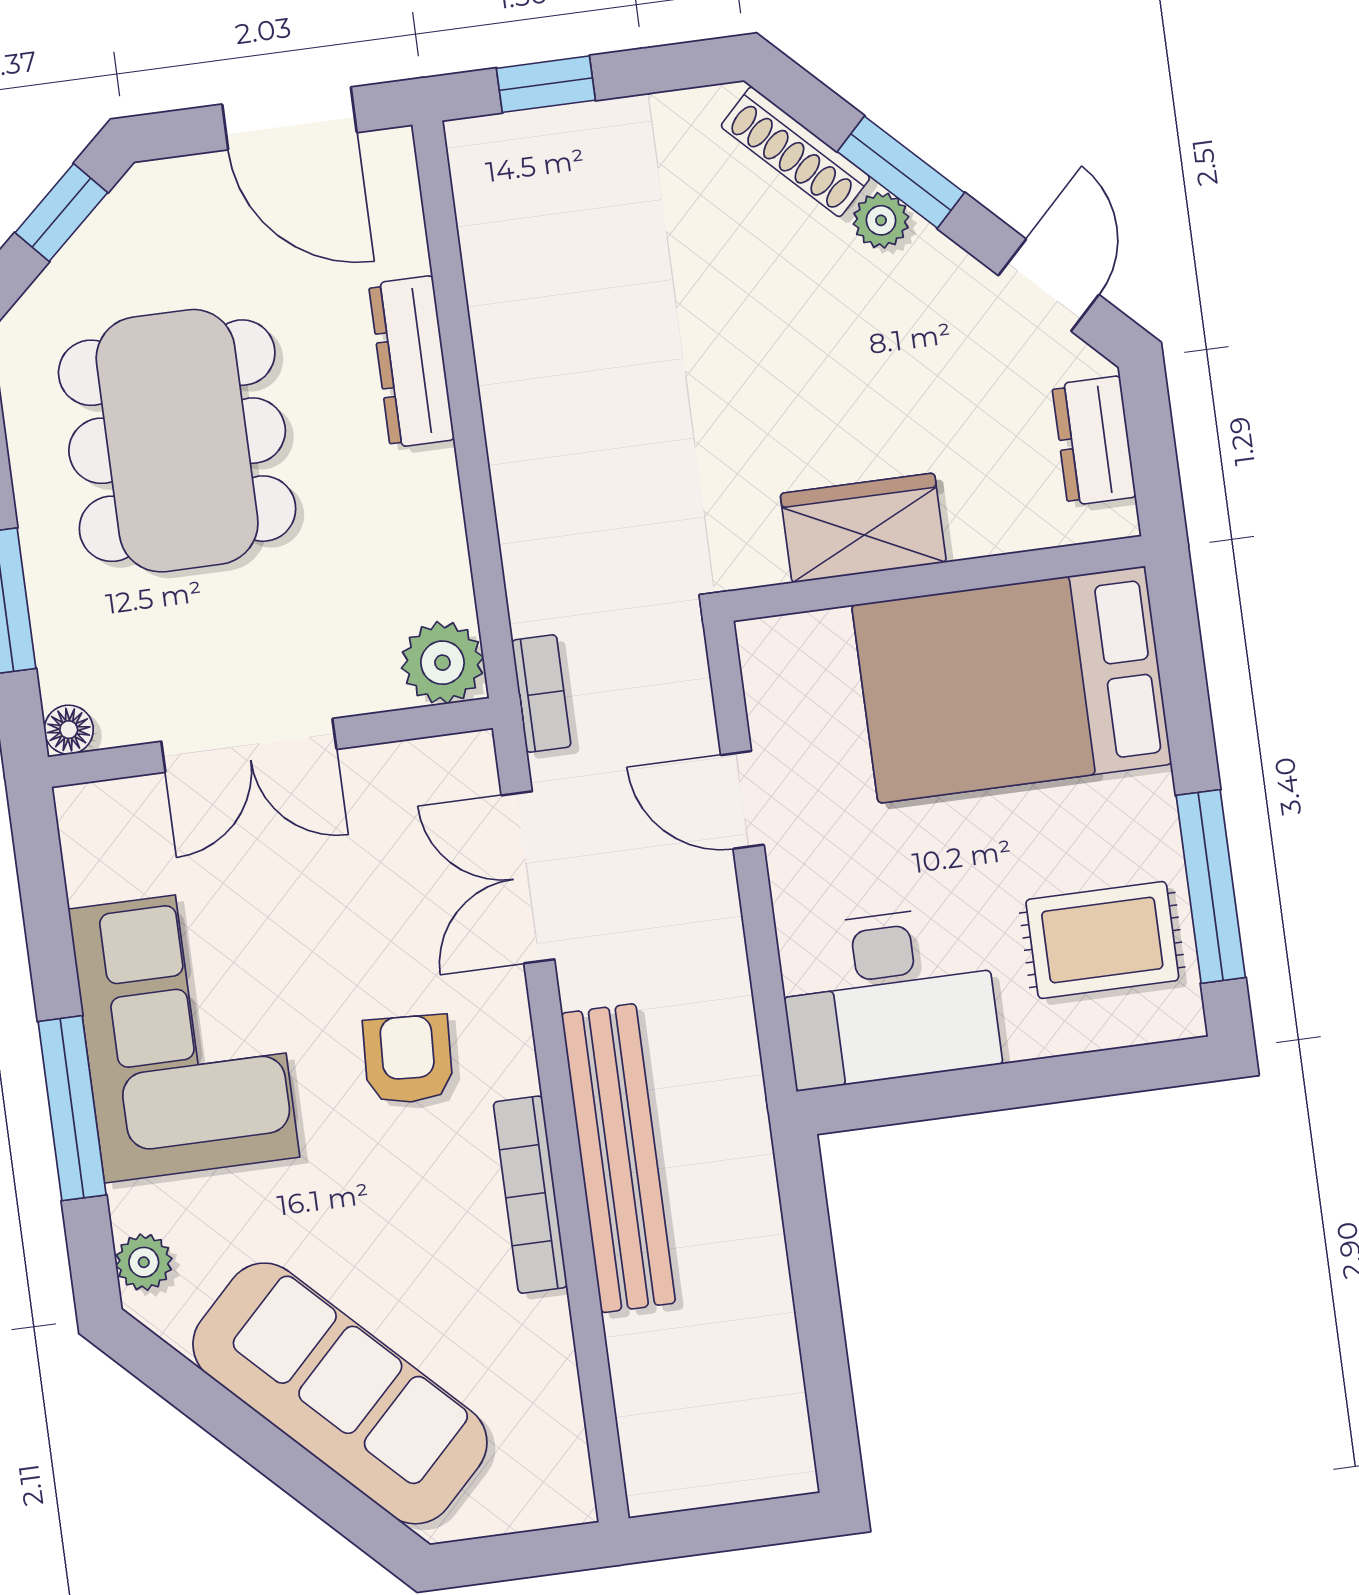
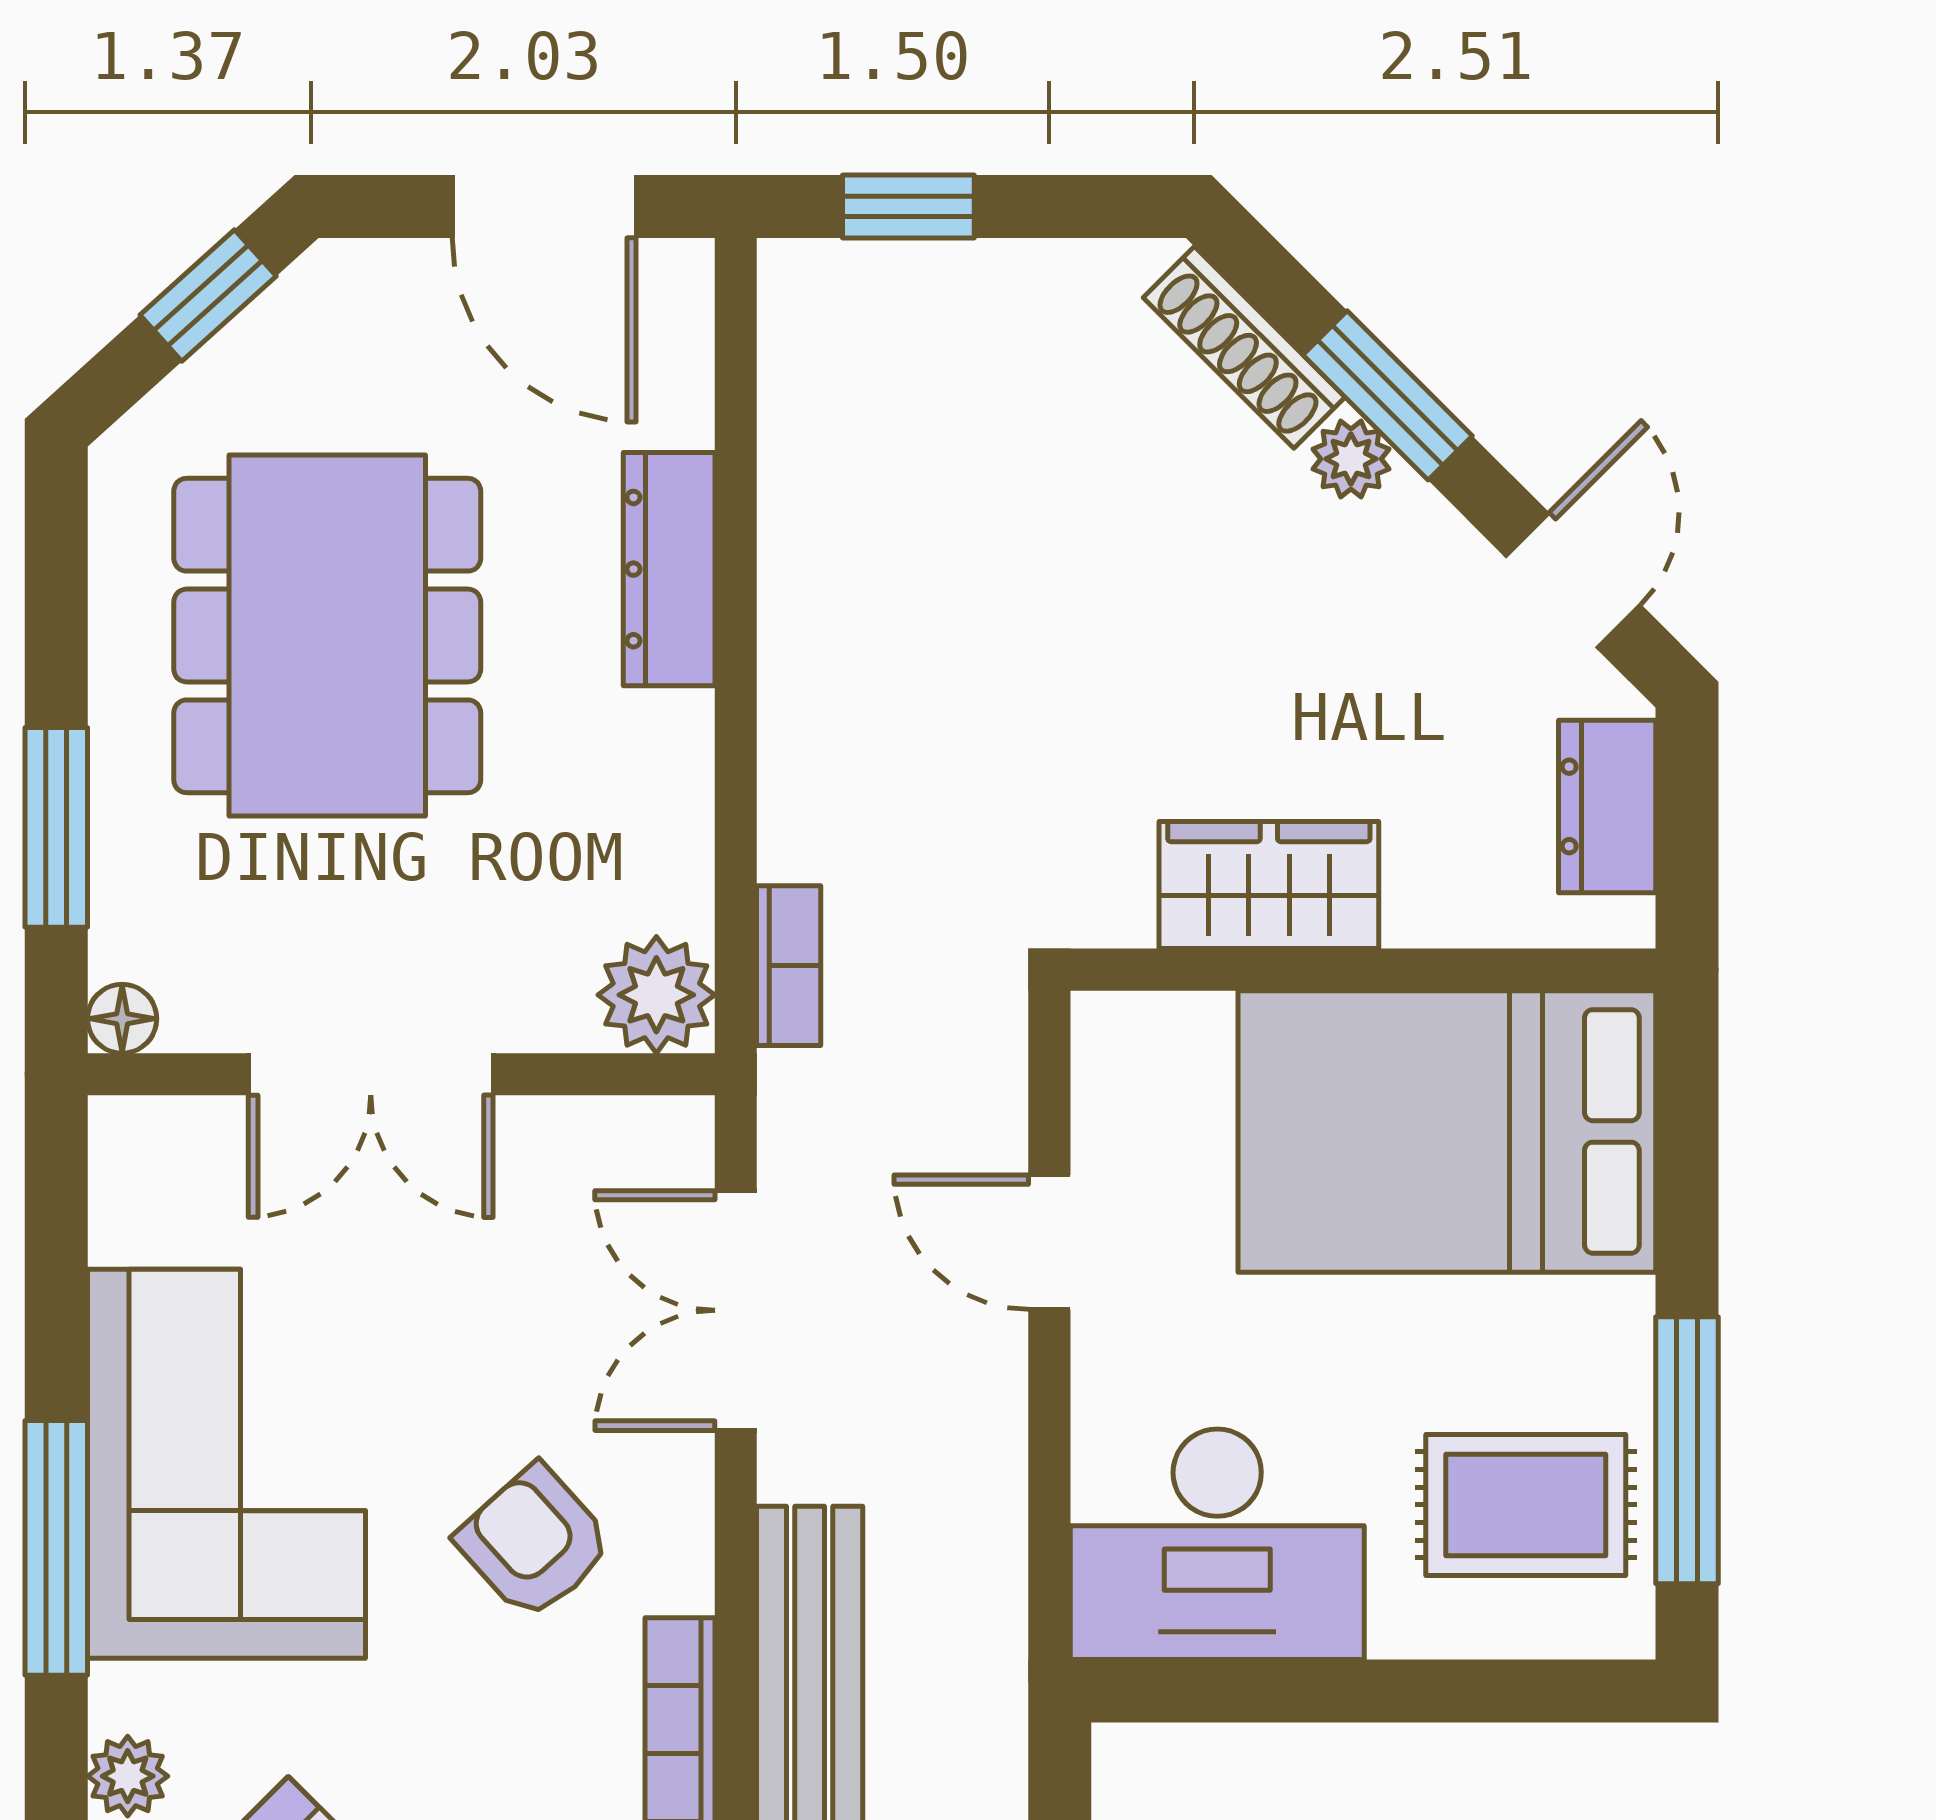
bookcase: (541, 694) -> (789, 966), moved
armchair: (408, 1059) -> (534, 1542), turned -45

